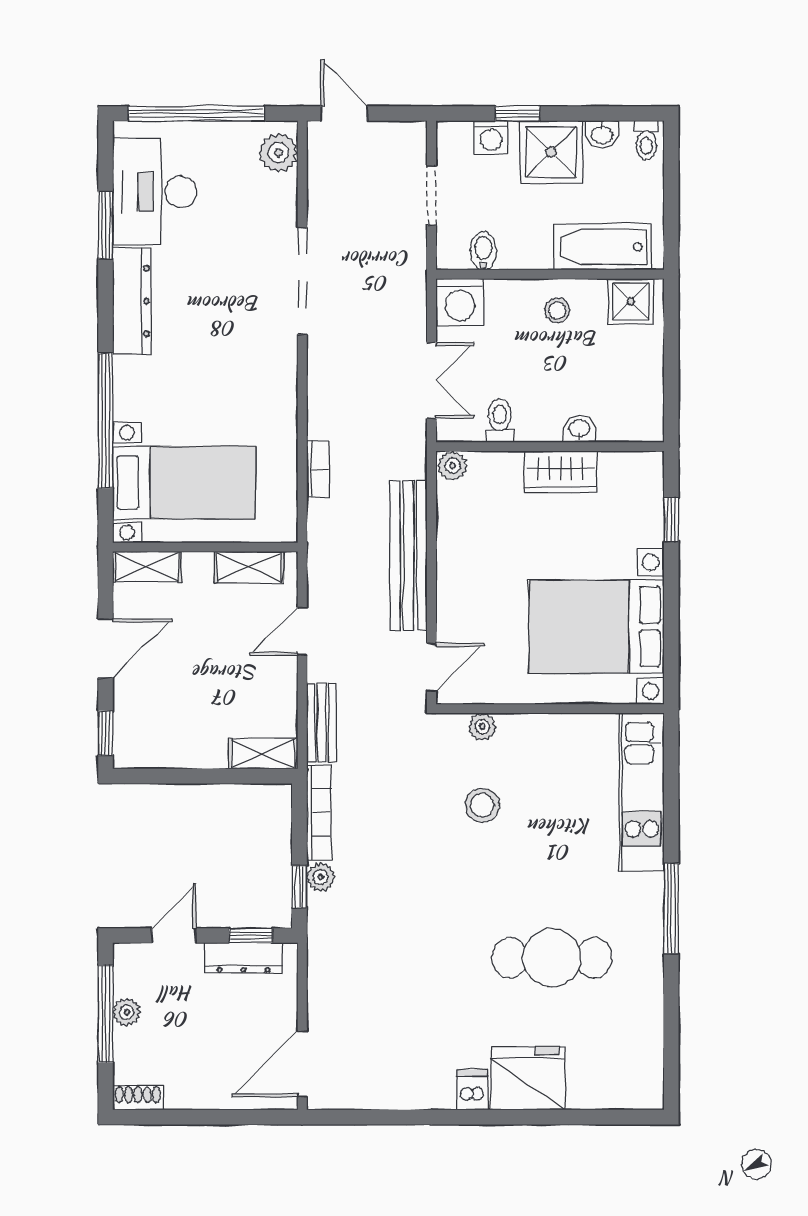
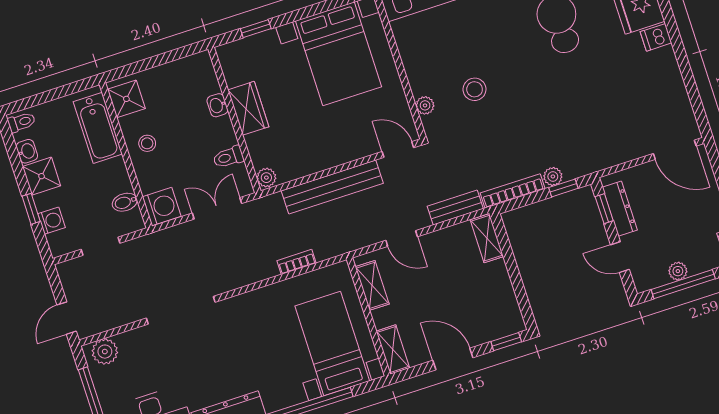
shower: (551, 152) -> (42, 176), width x0.73, depth x0.73

